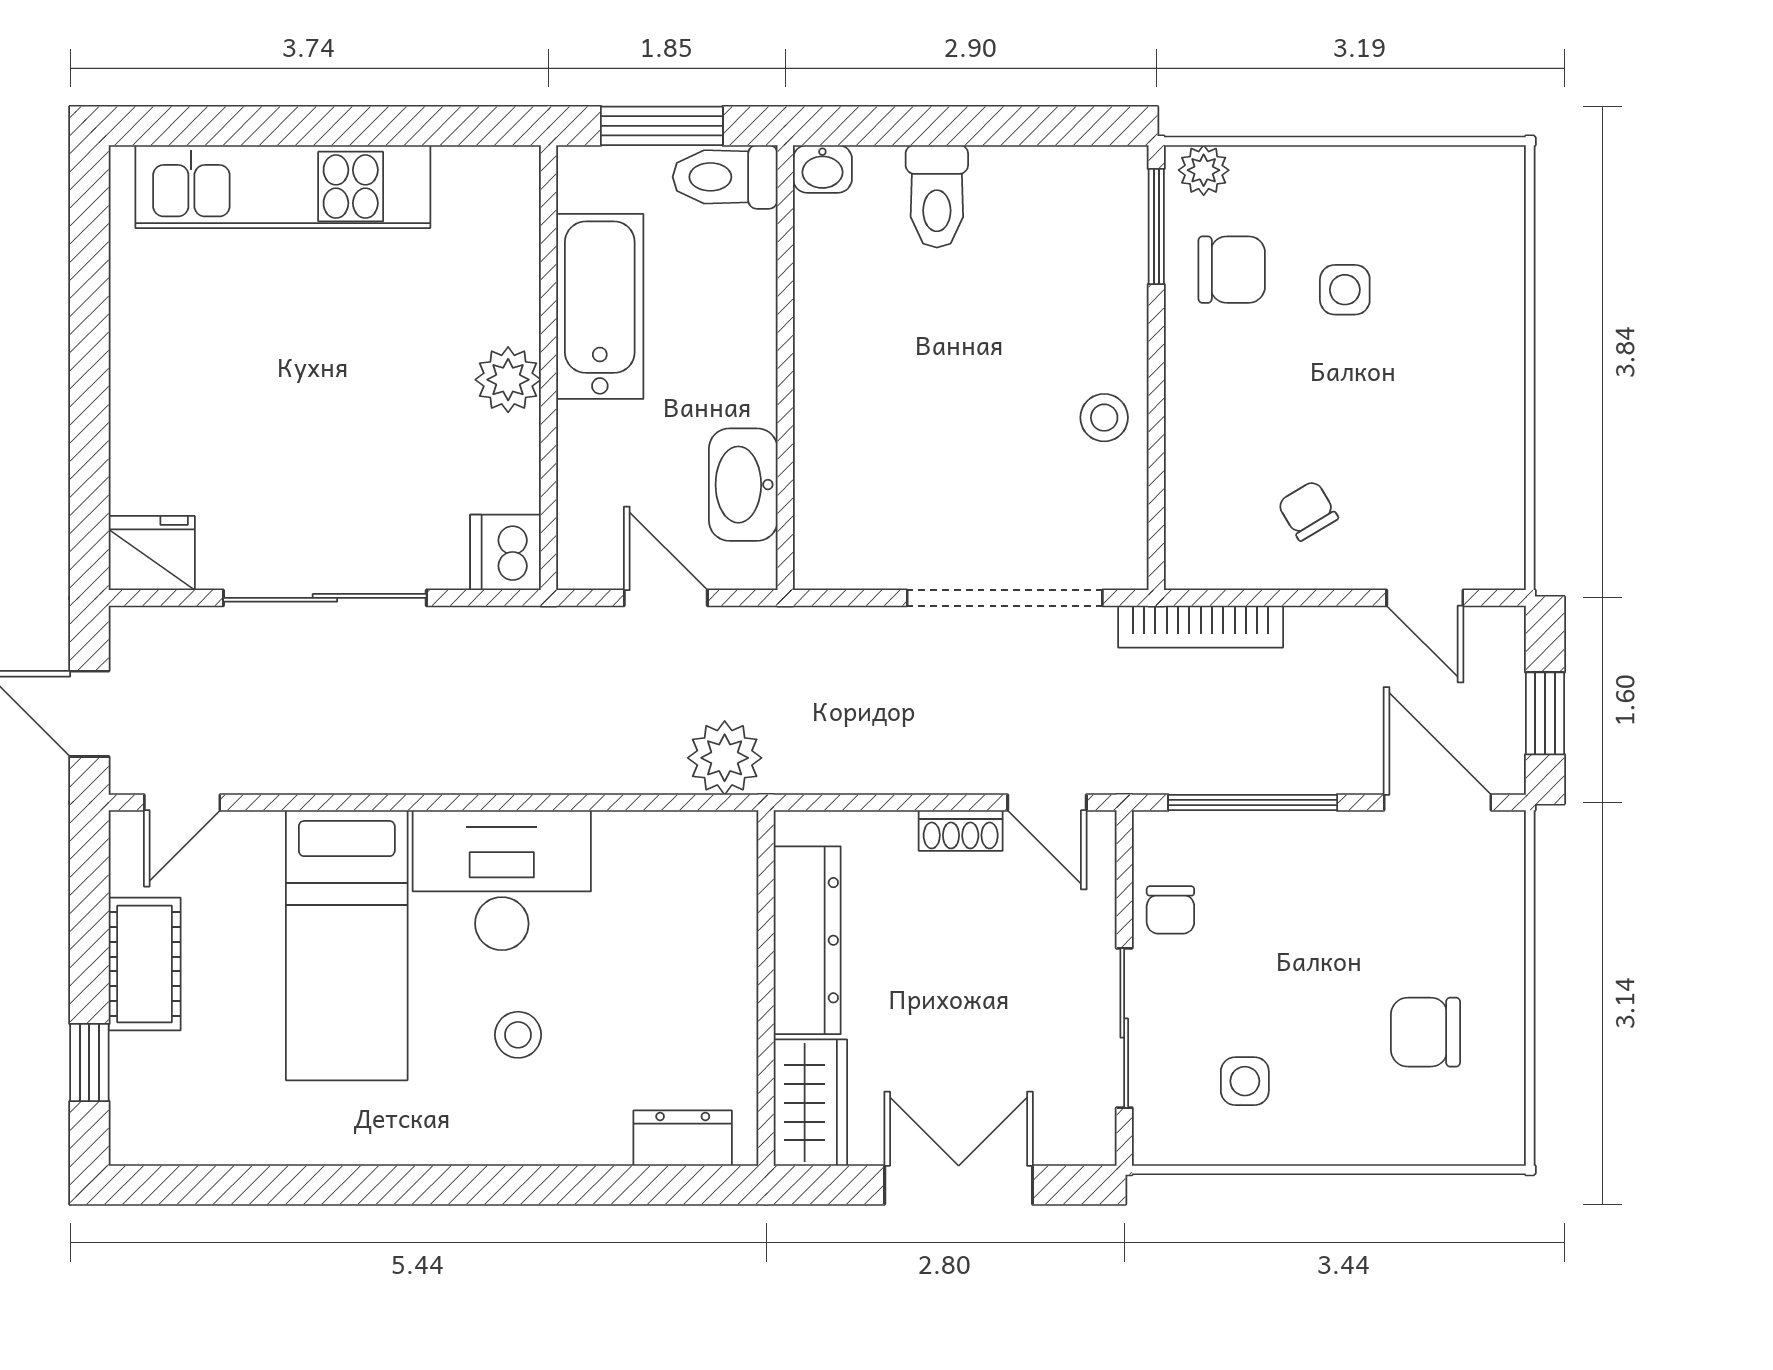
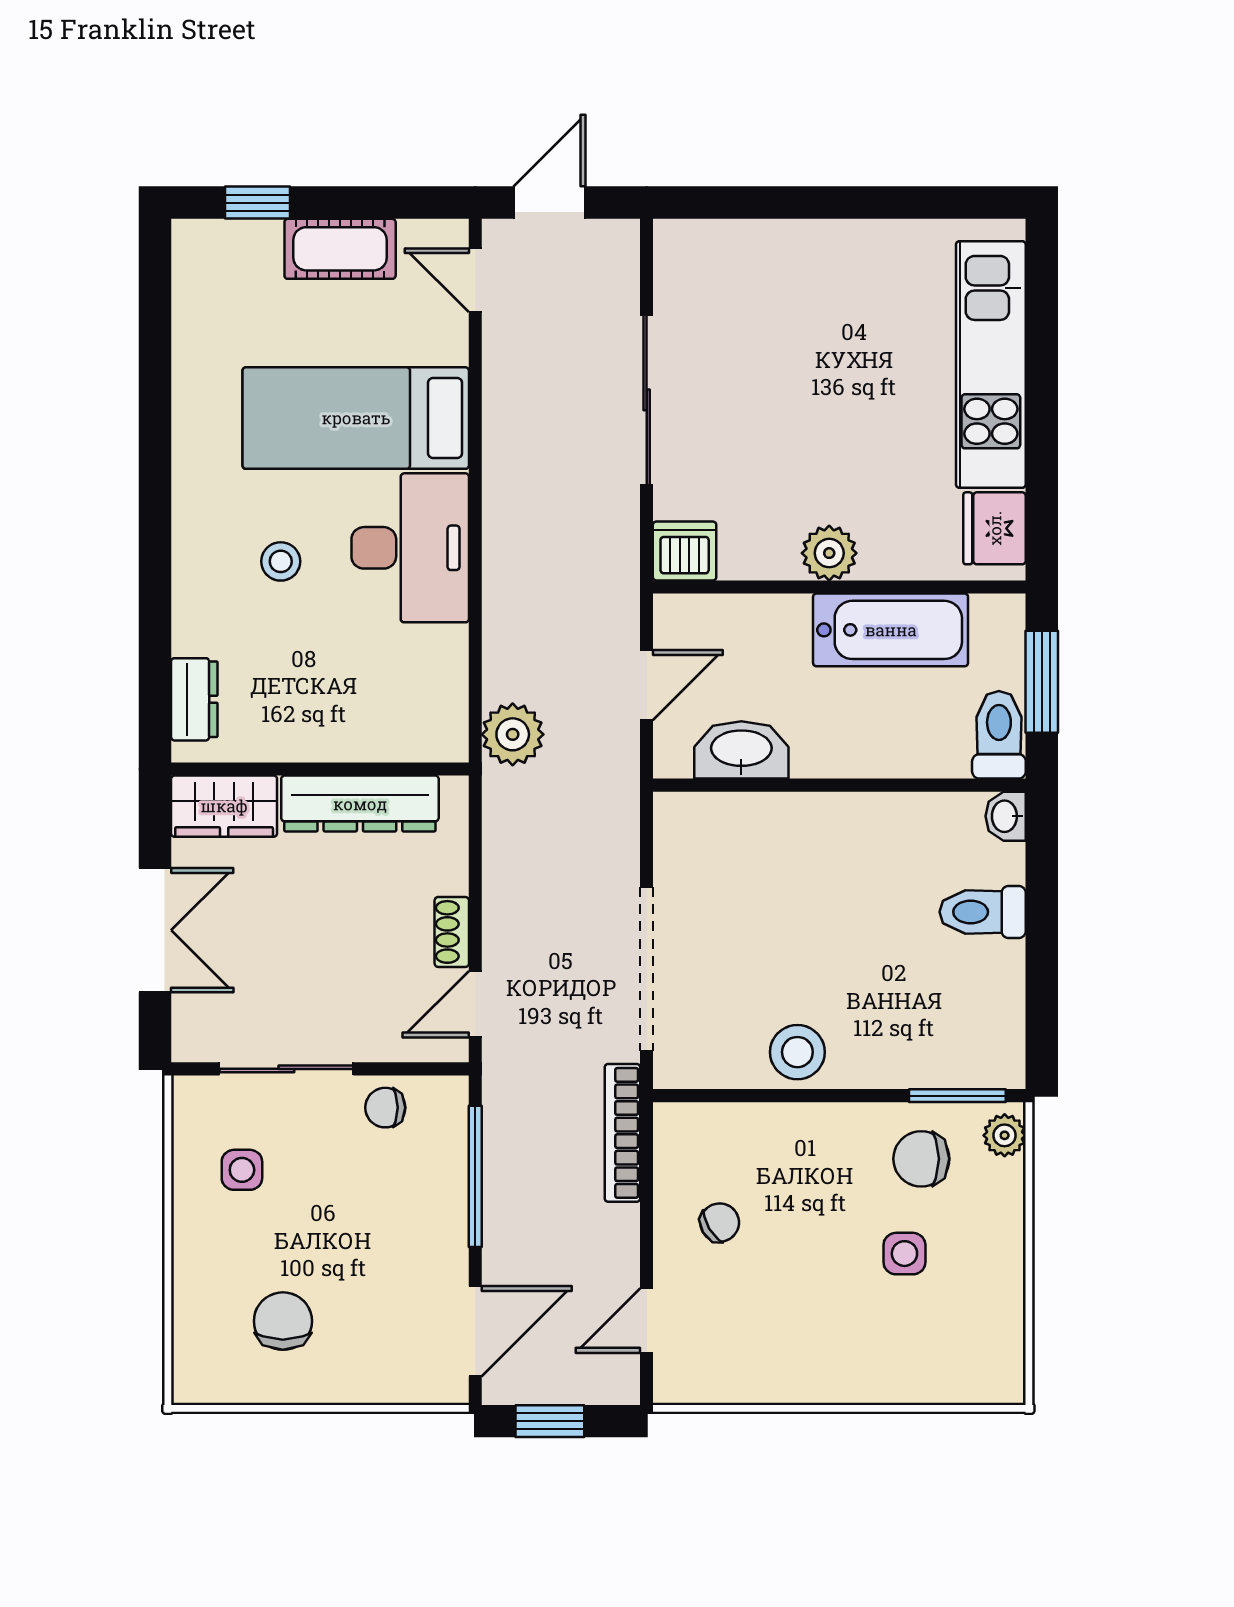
chair: (1232, 270) -> (921, 1159), turned 90
stool: (1104, 418) -> (797, 1052), width x1.37, depth x1.37
fridge: (152, 553) -> (995, 528), moved, turned 180

